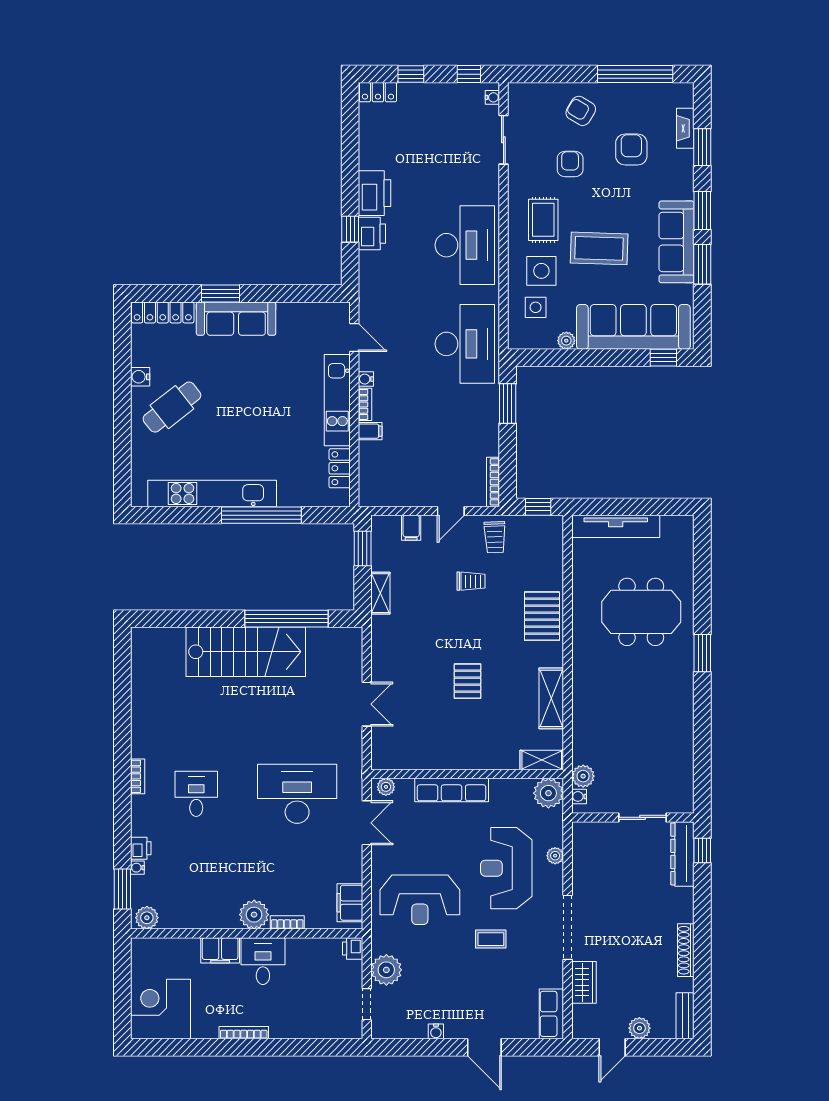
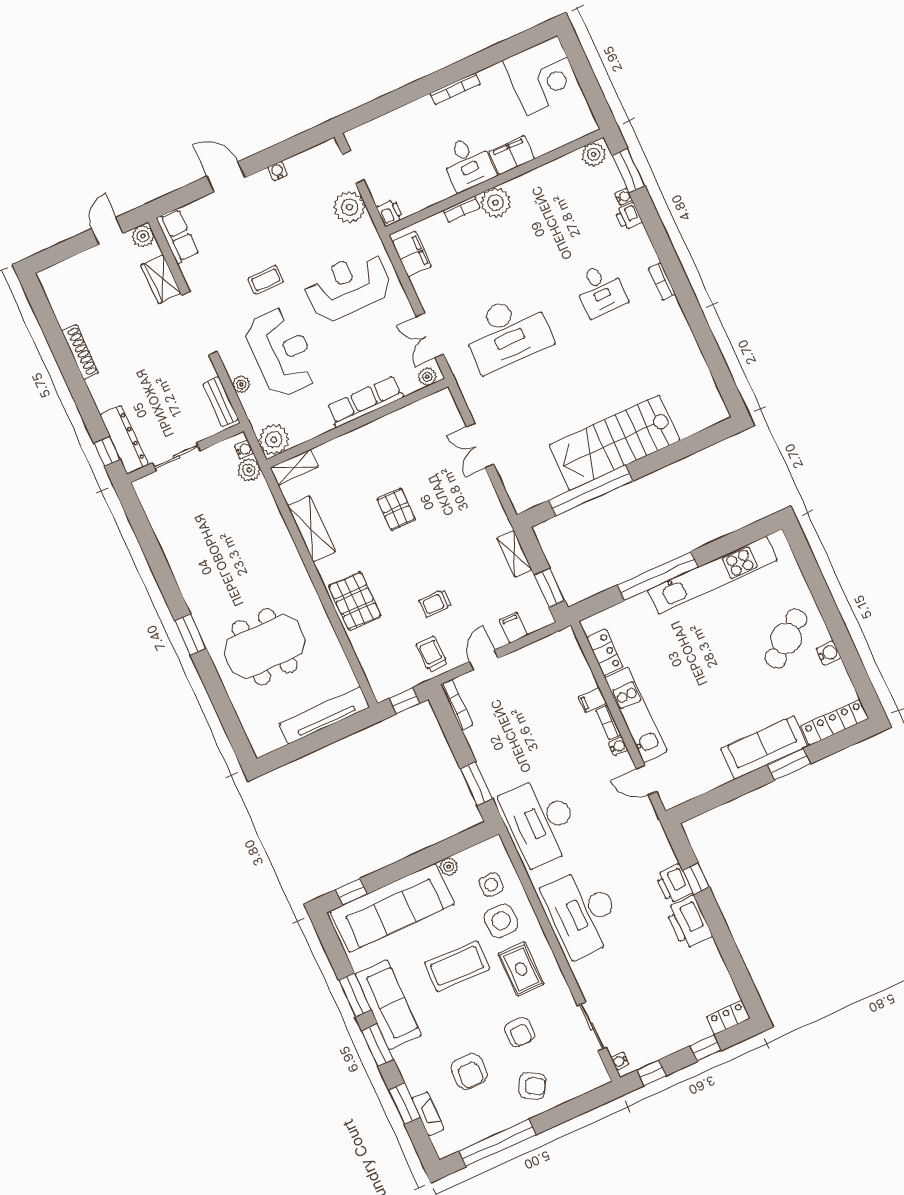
bench: (685, 1016) -> (221, 402), moved
plant: (639, 1028) -> (143, 236), moved

